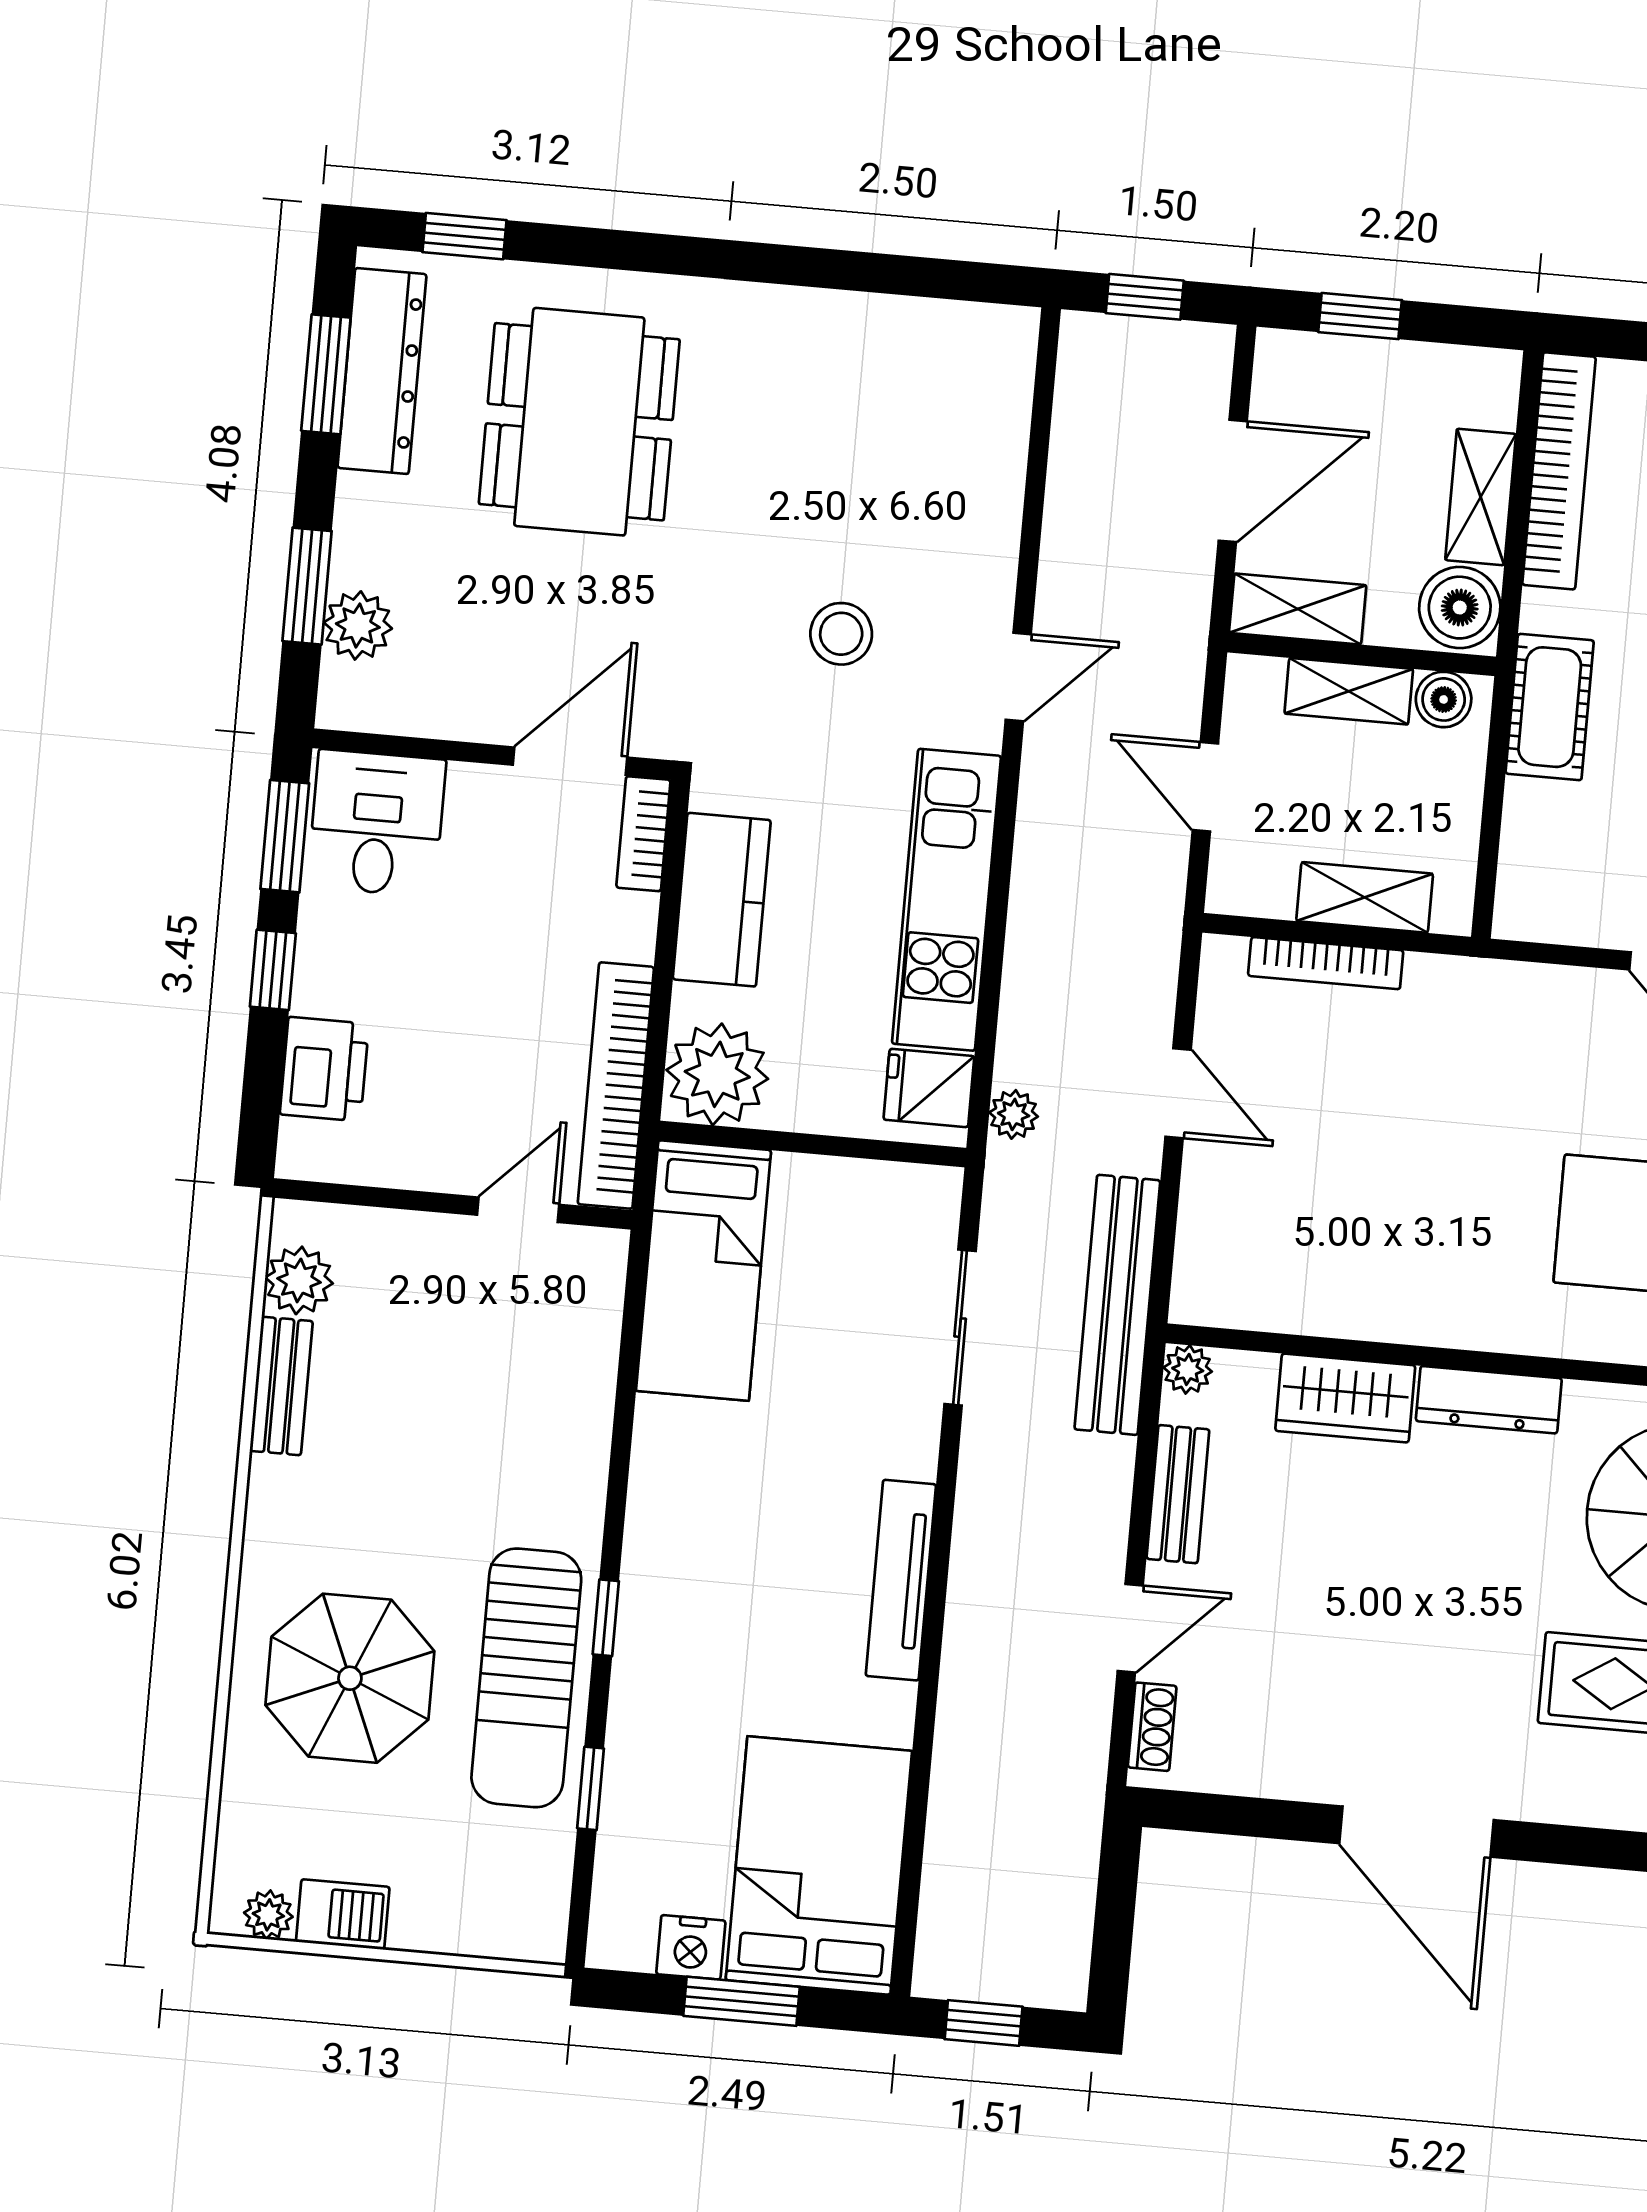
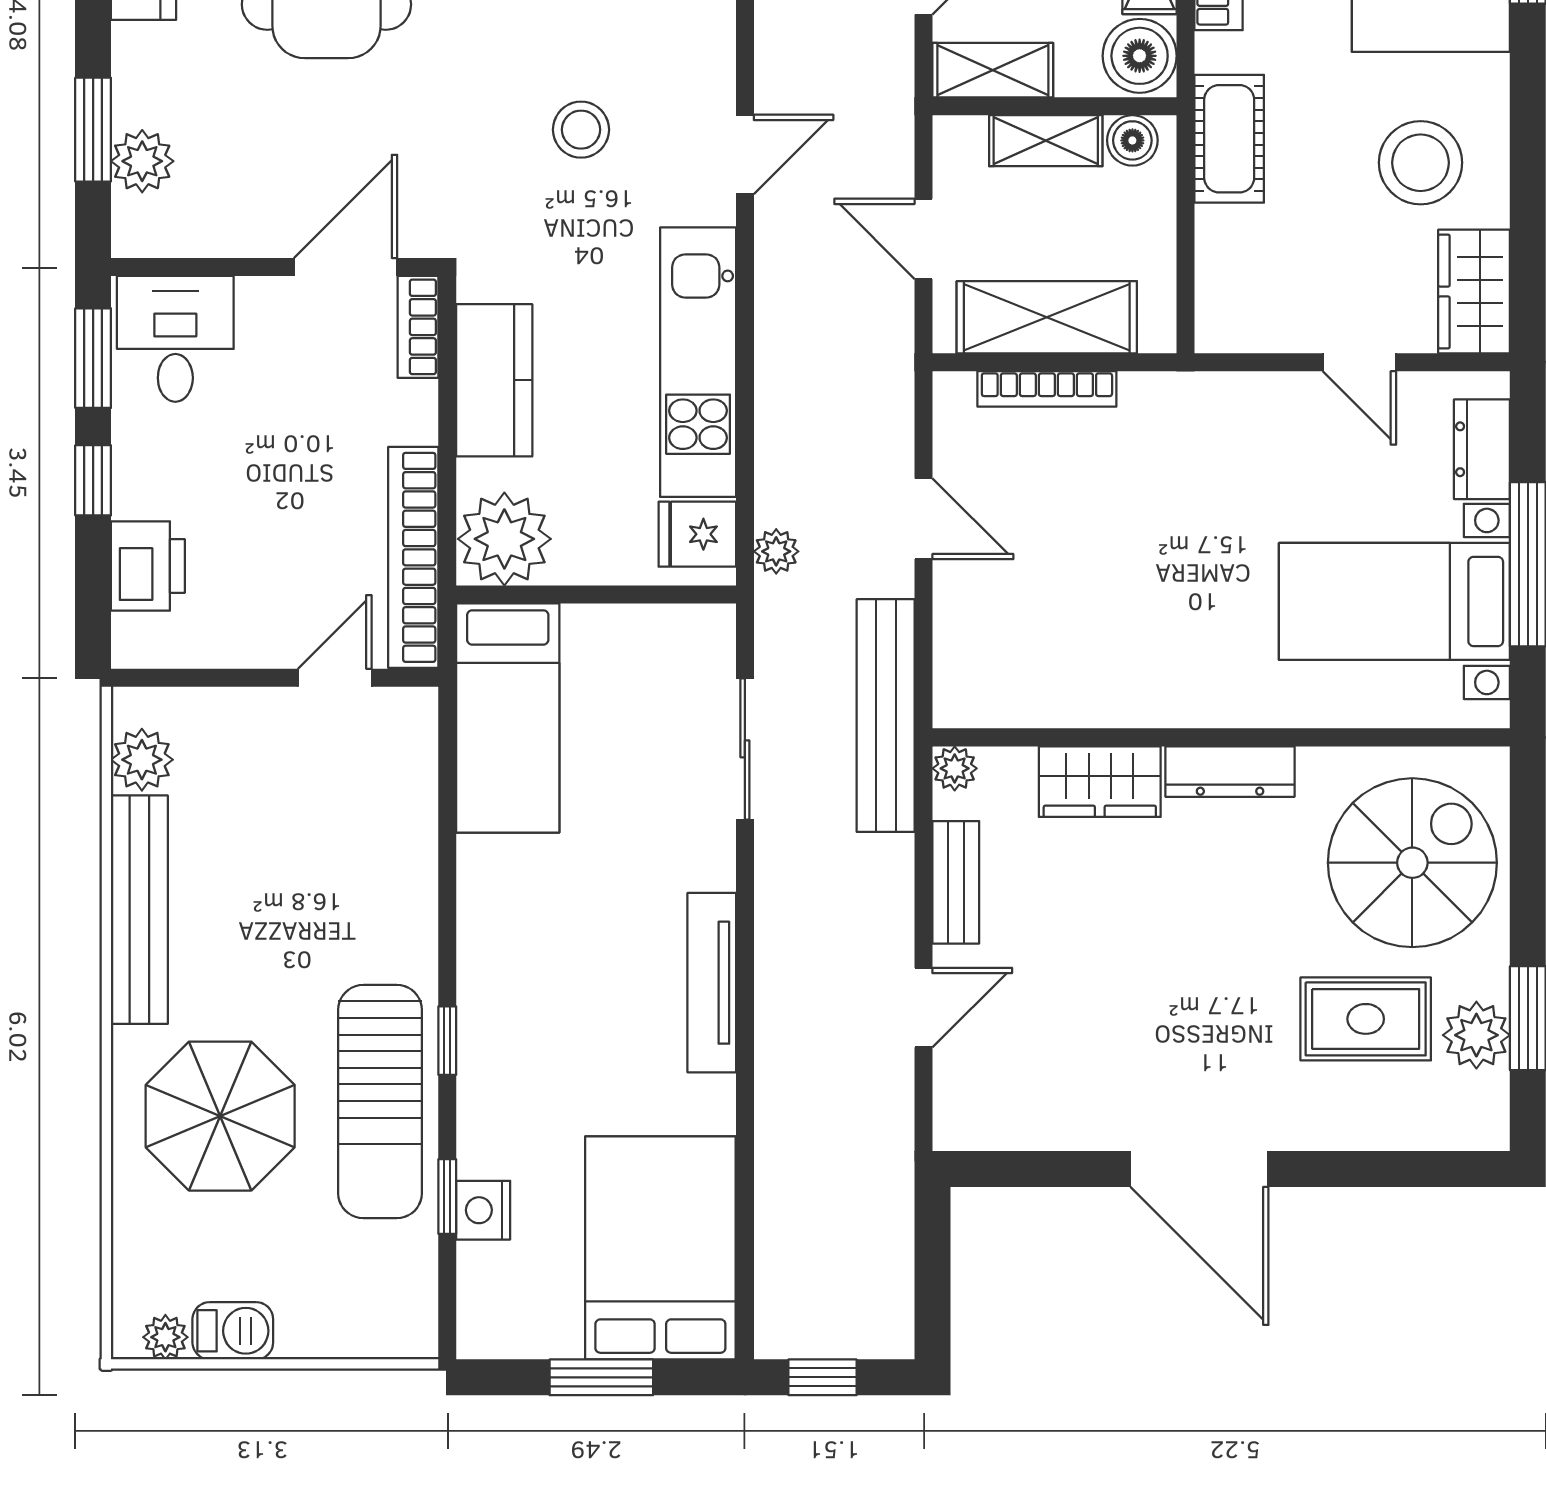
shelving: (1365, 897) -> (1047, 317), width x1.50, depth x1.33
bench: (281, 1386) -> (139, 910), width x1.86, depth x1.21
shoe rack: (1152, 1727) -> (951, 1095), removed
nightstand: (691, 1947) -> (483, 1210), moved, turned 90

